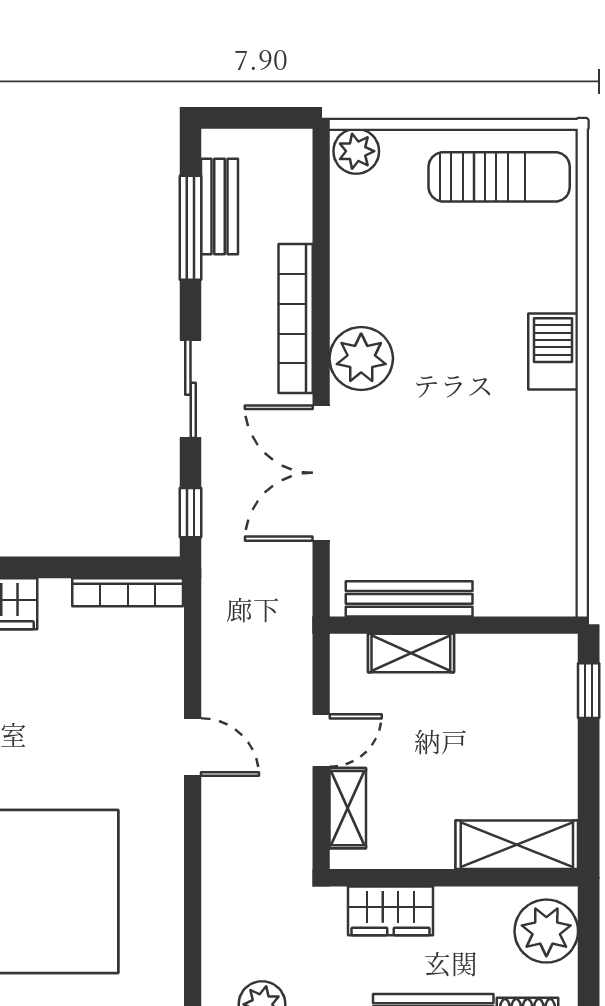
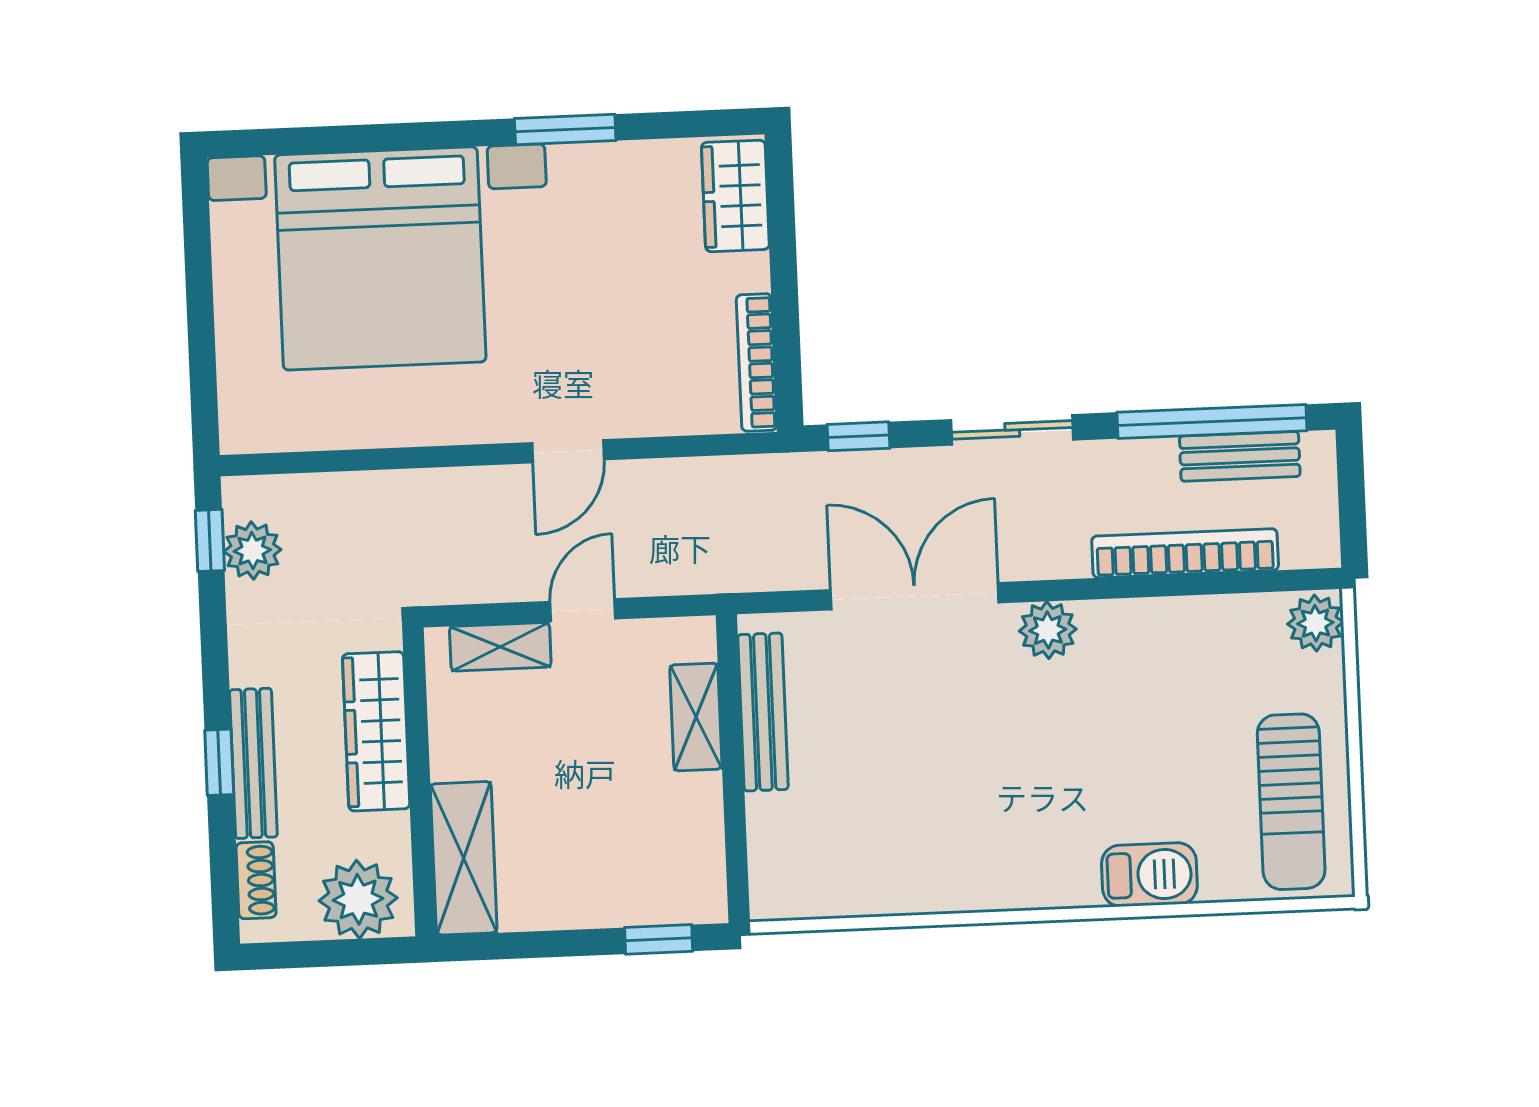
window: (191, 228) -> (1212, 421), width x1.46
bookcase: (296, 319) -> (1185, 553), moved
barbecue: (553, 352) -> (1149, 875), moved
plant: (361, 359) -> (1048, 630), width x0.73, depth x0.73
door: (321, 740) -> (583, 610), swing flipped
wardrobe: (390, 911) -> (376, 731), width x1.50

